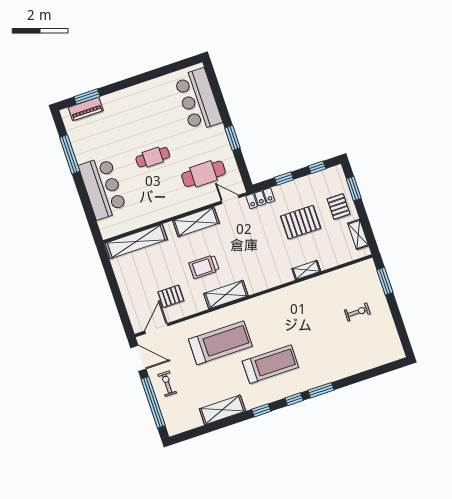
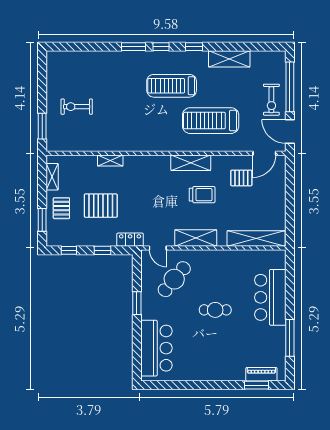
cafe table: (204, 174) -> (174, 279), turned -50
exercise bike: (357, 312) -> (77, 107), width x1.38, depth x1.39
exercise bike: (167, 384) -> (271, 100), width x1.38, depth x1.39

